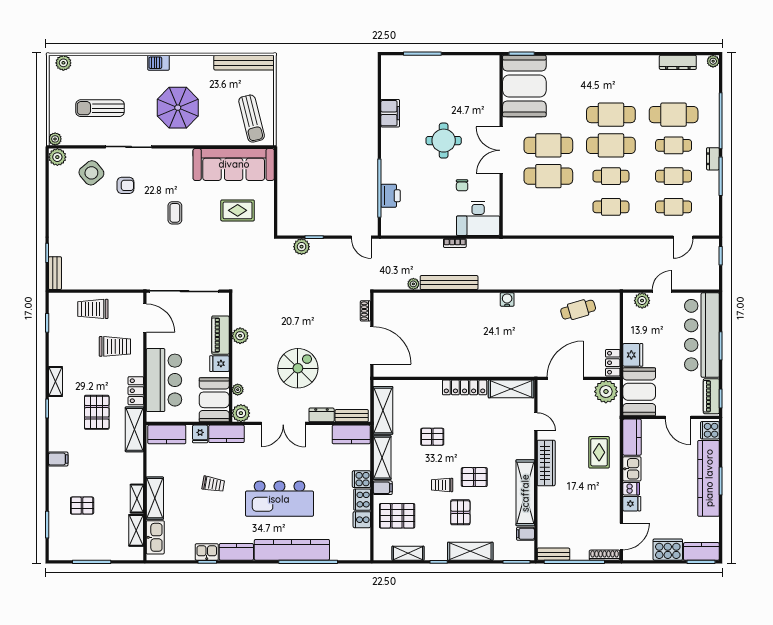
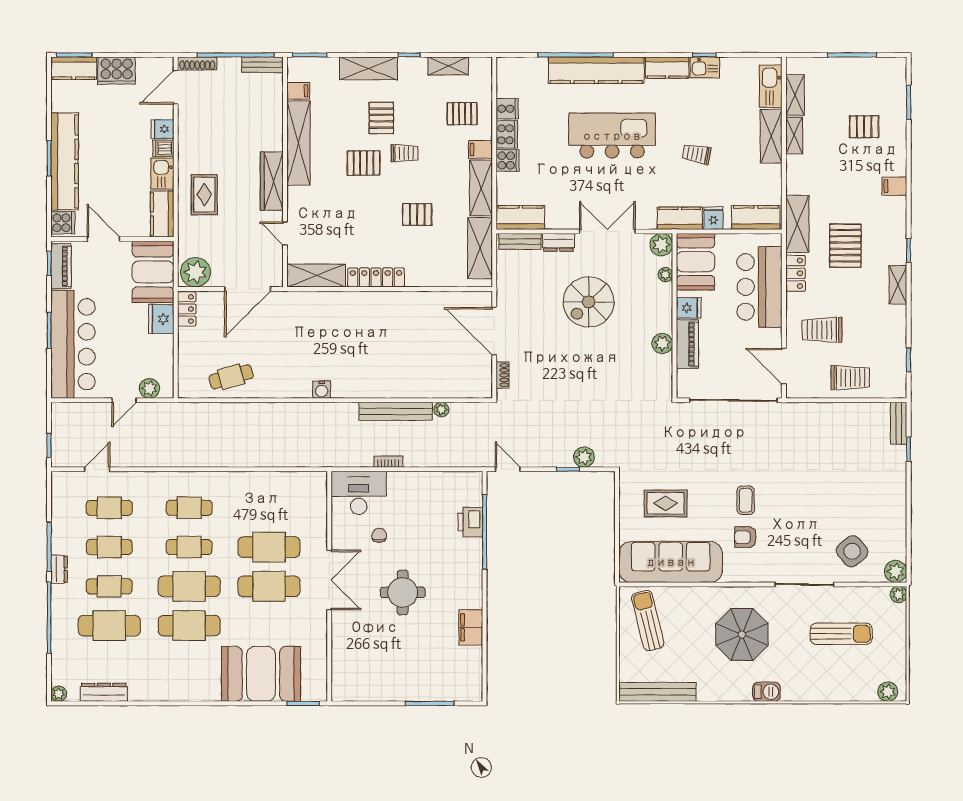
booth: (524, 86) -> (261, 674), moved, turned 90
armchair: (125, 185) -> (745, 537), moved
pallet: (397, 516) -> (462, 114), width x0.67, depth x0.71

